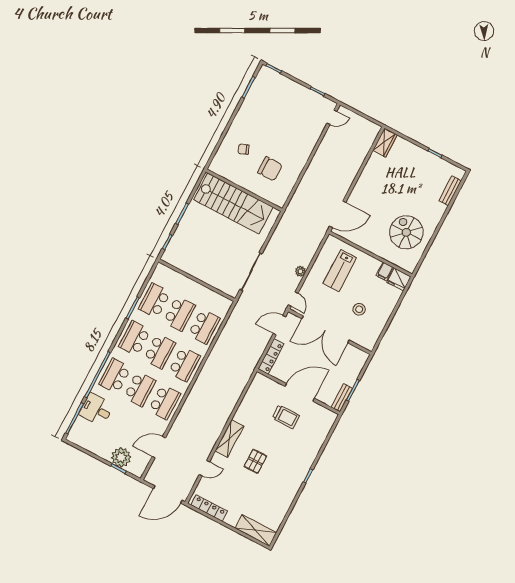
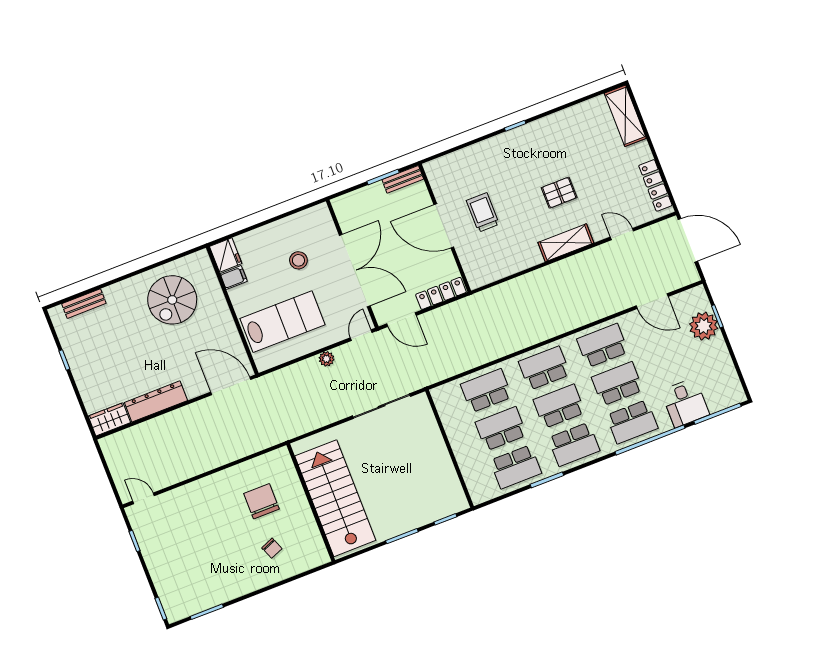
dresser: (369, 173) -> (156, 401), added
lab bench: (340, 271) -> (282, 322), width x1.36, depth x1.39

